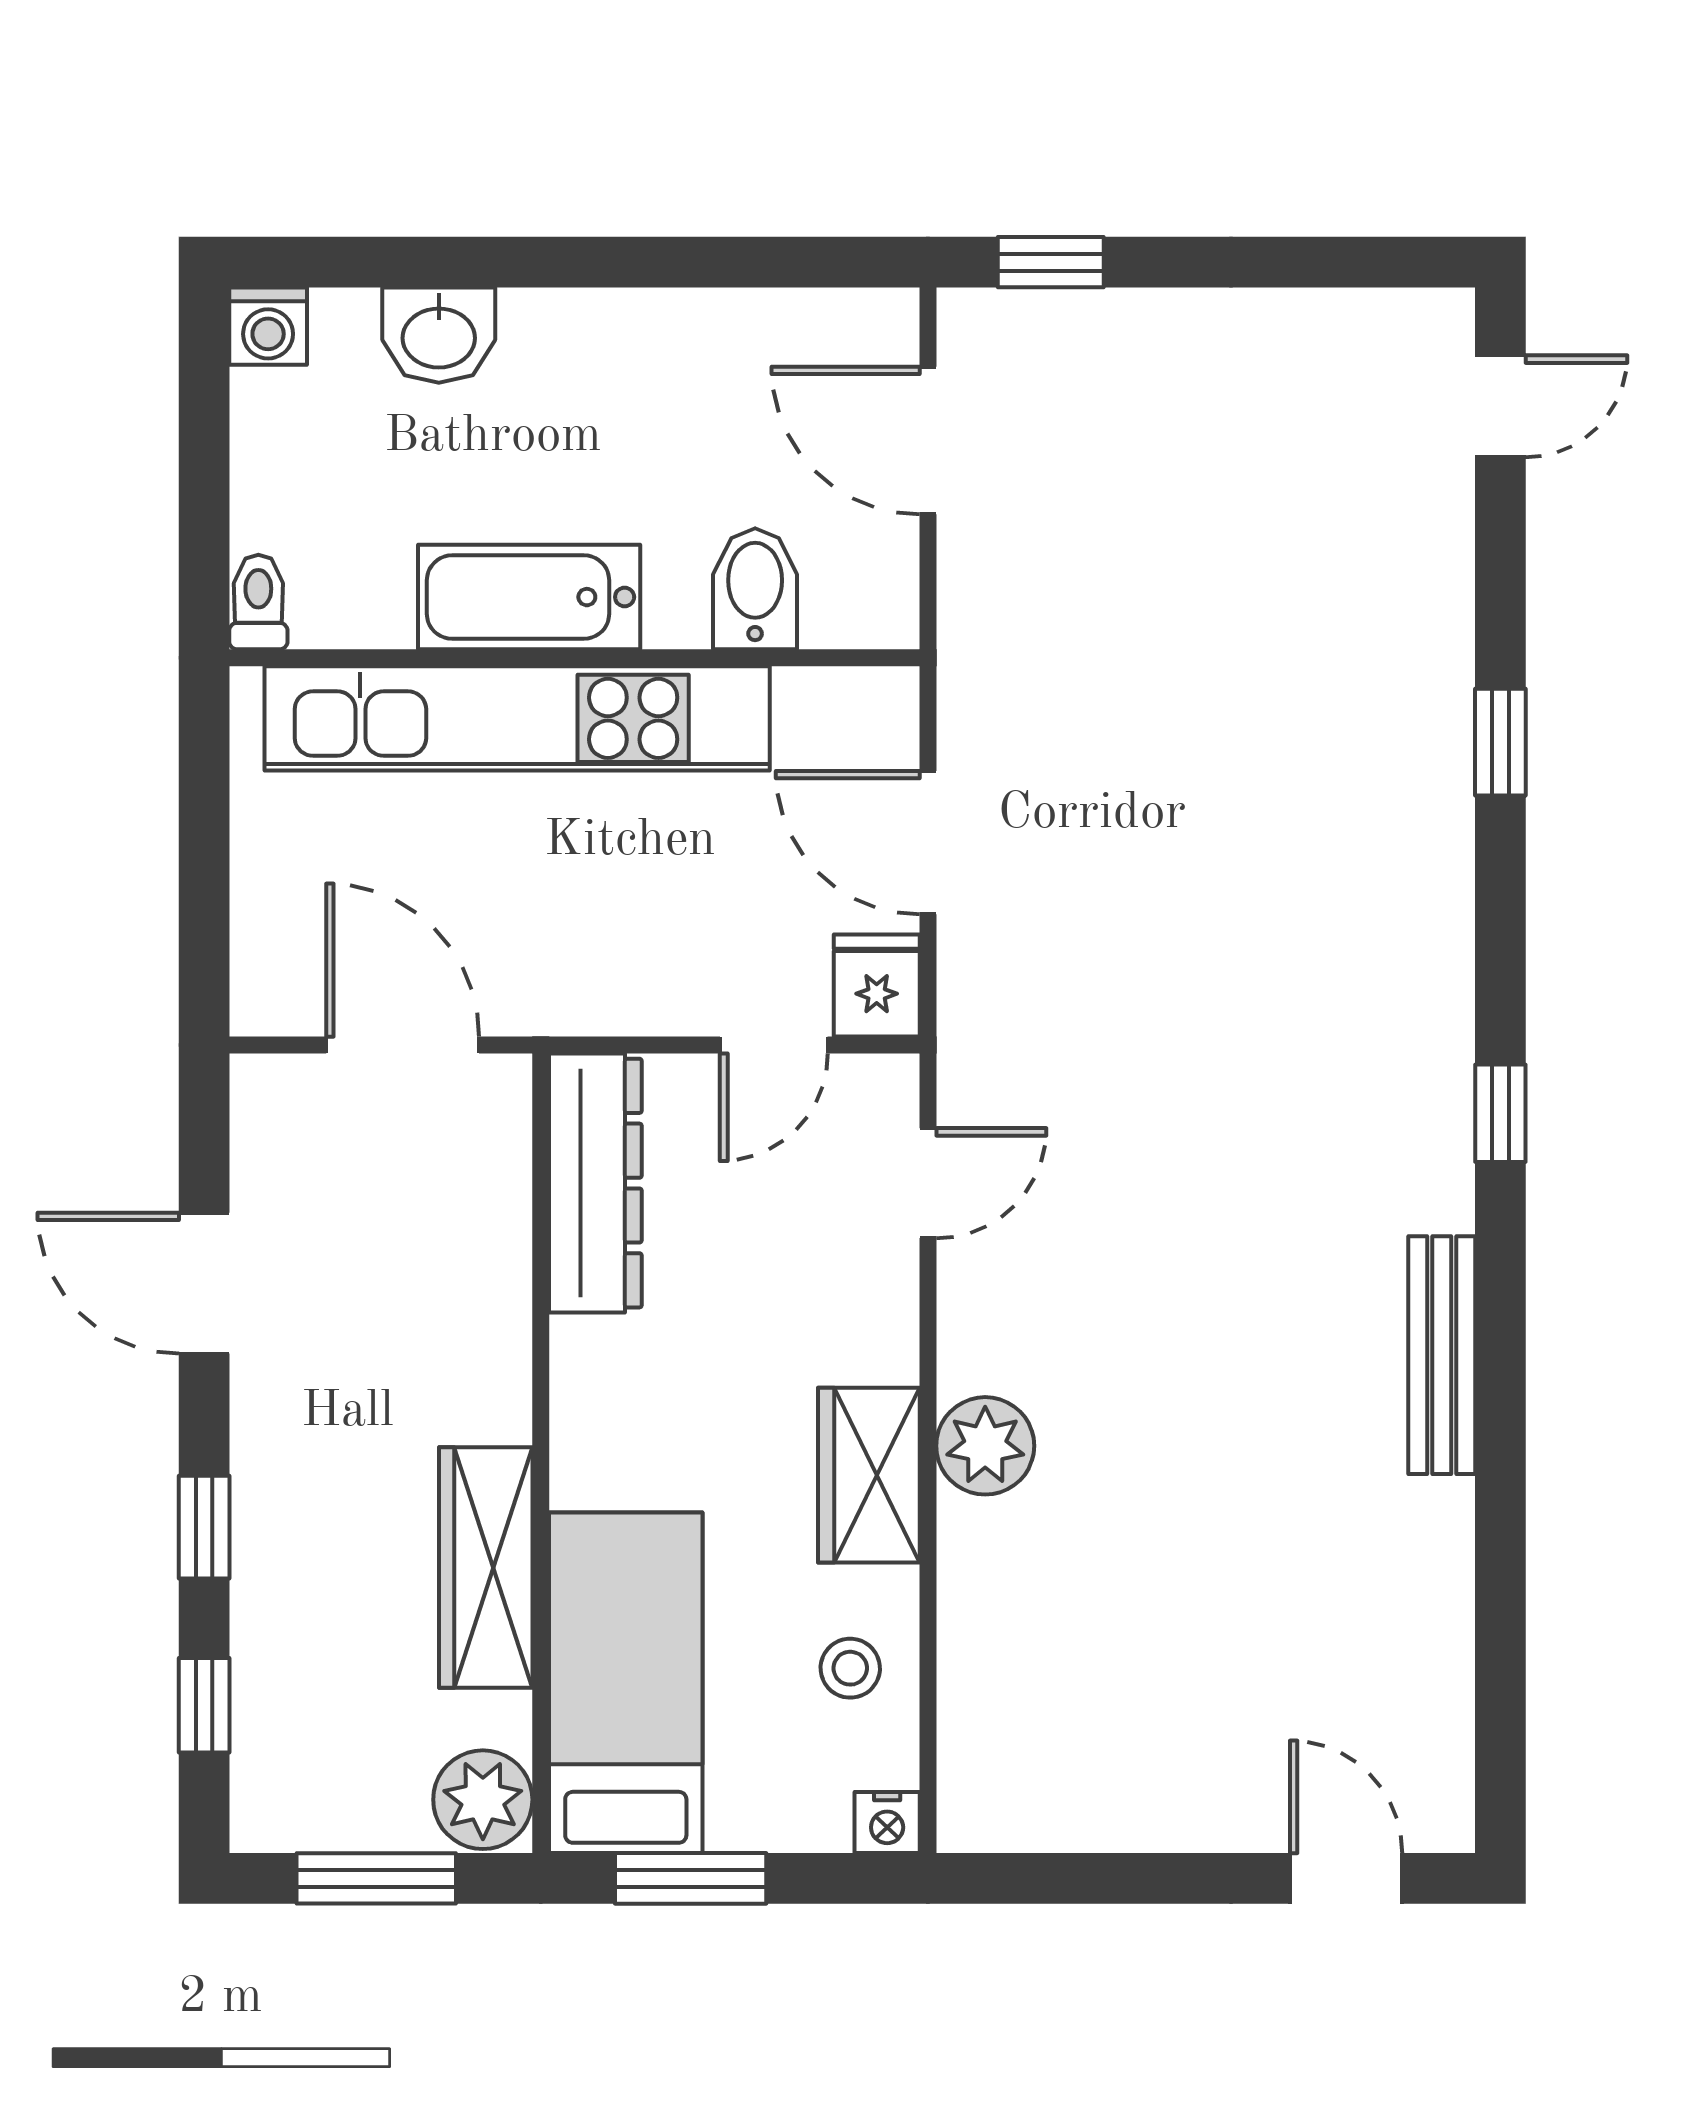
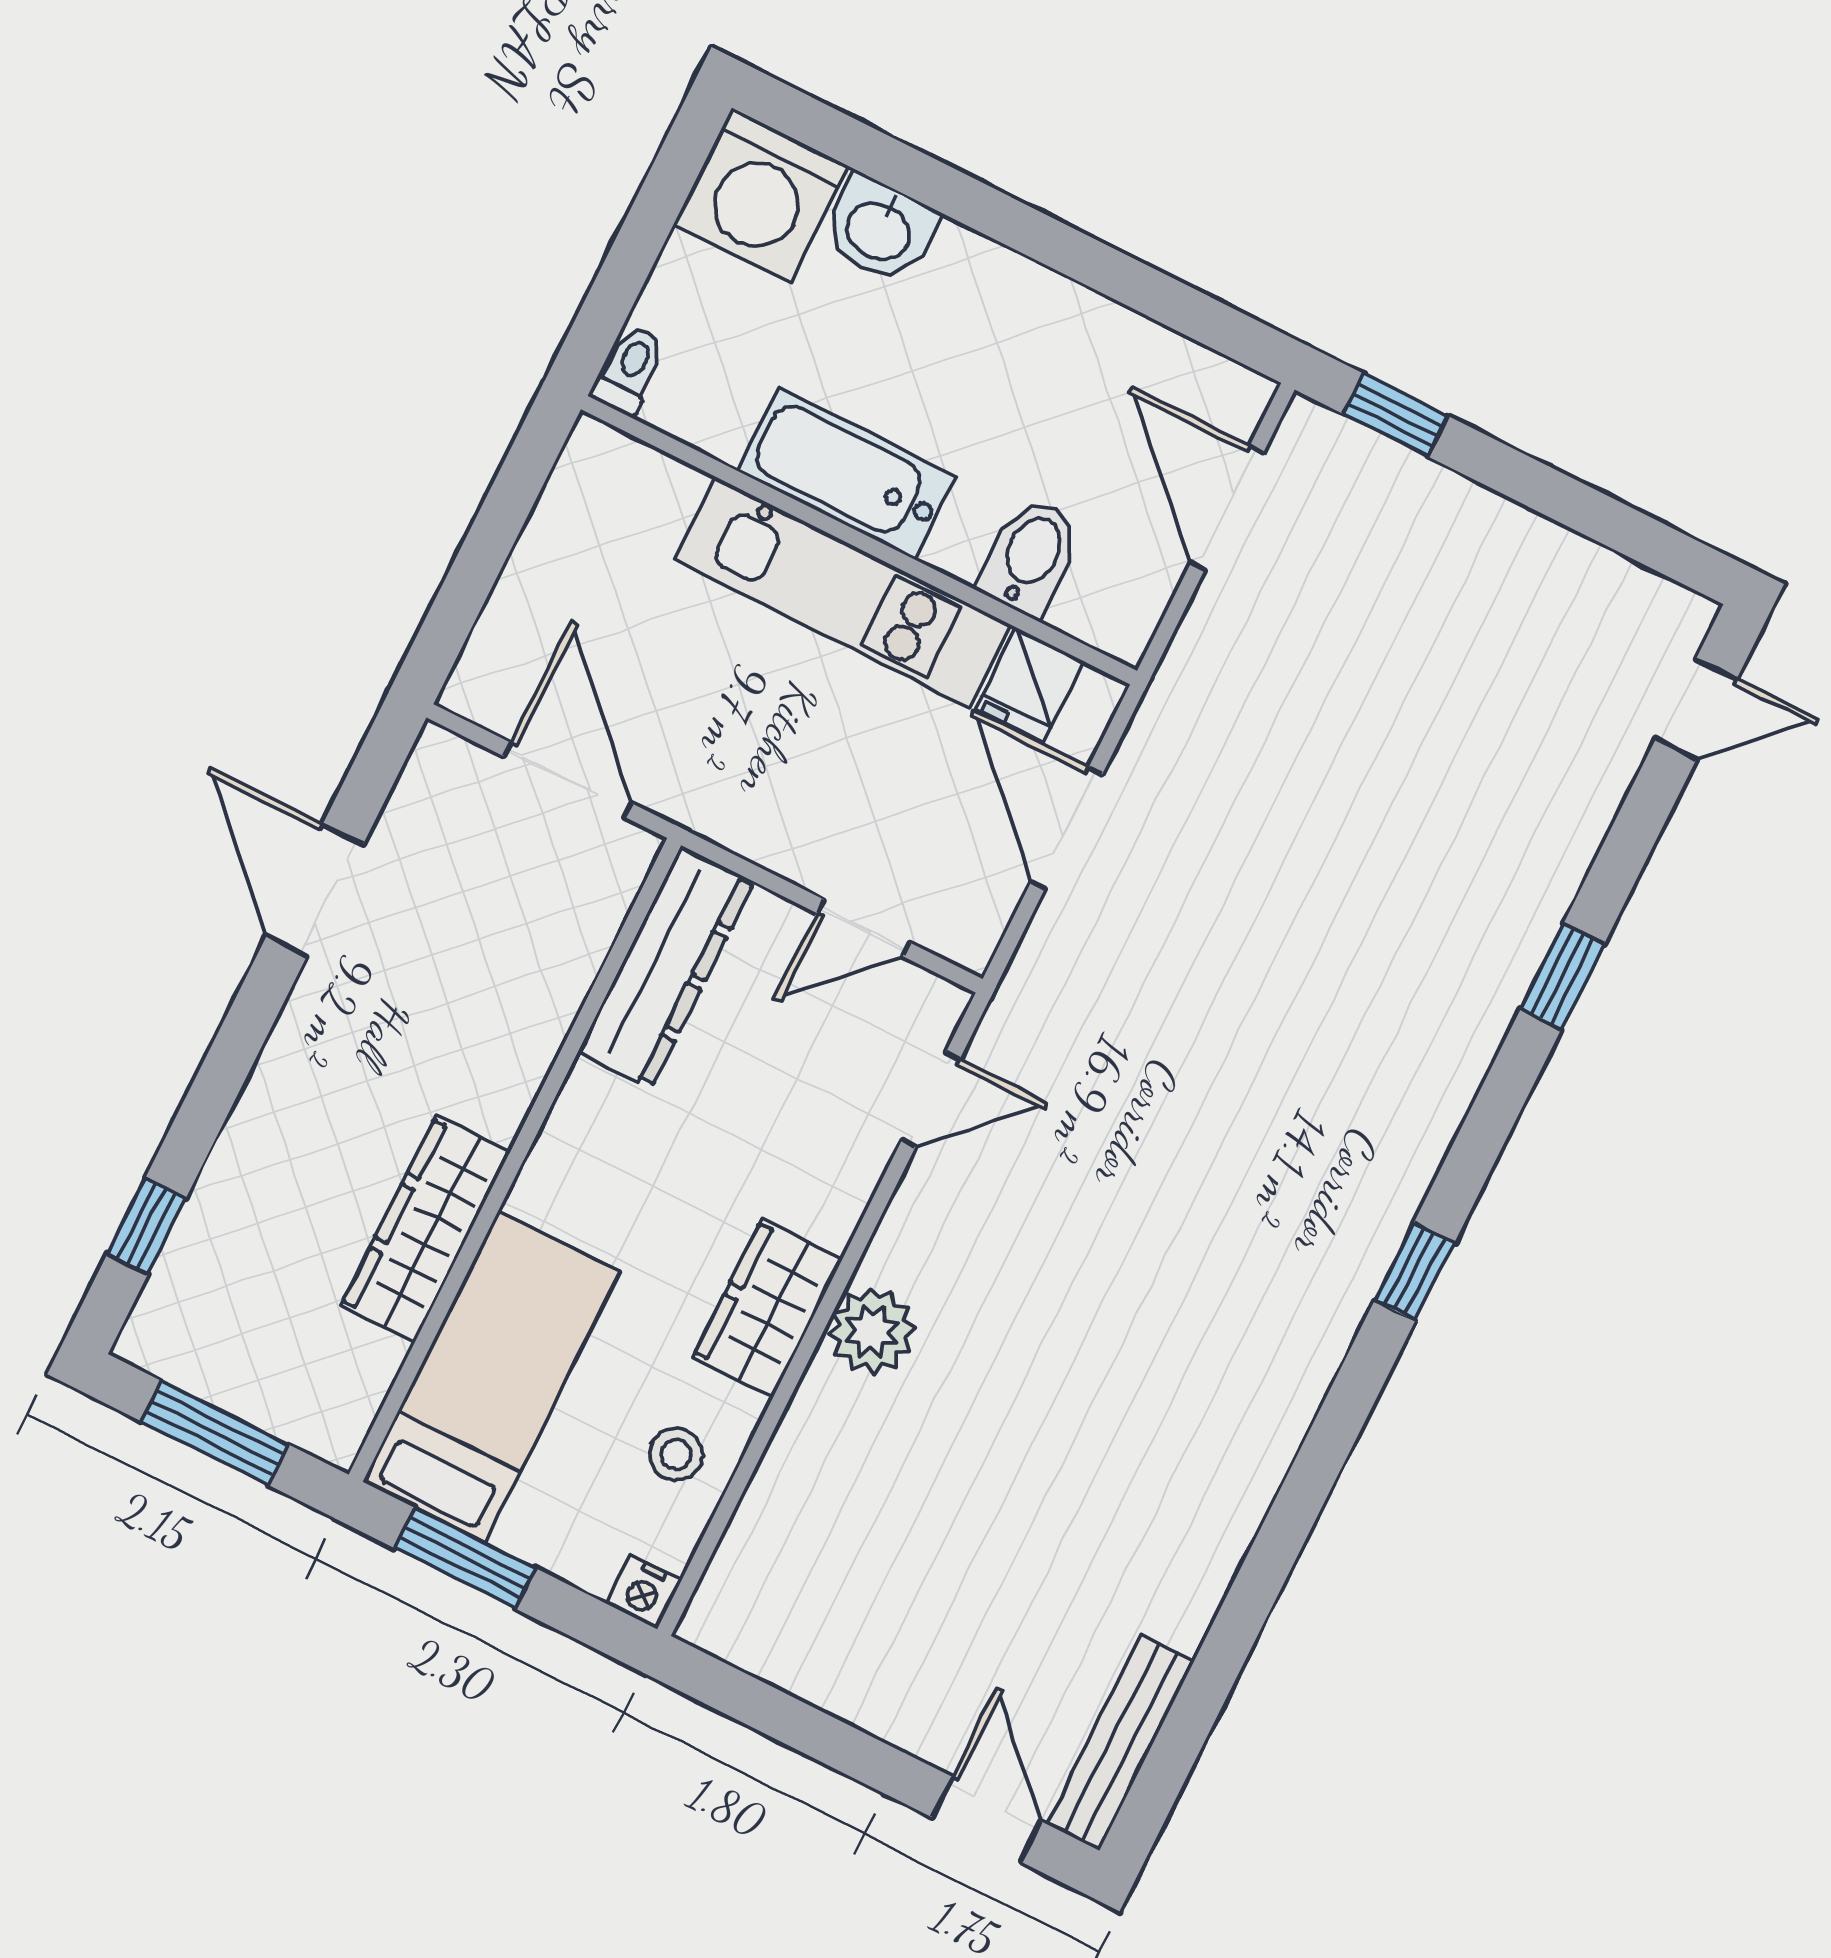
washing machine: (268, 326) -> (761, 195), width x1.89, depth x1.89
kitchen unit: (517, 718) -> (843, 592), width x0.73
fridge: (877, 986) -> (1030, 685), moved, turned 180
bench: (1442, 1355) -> (1120, 1743), moved
window: (204, 1527) -> (218, 1084), removed
plant: (483, 1800) -> (331, 1413), removed

